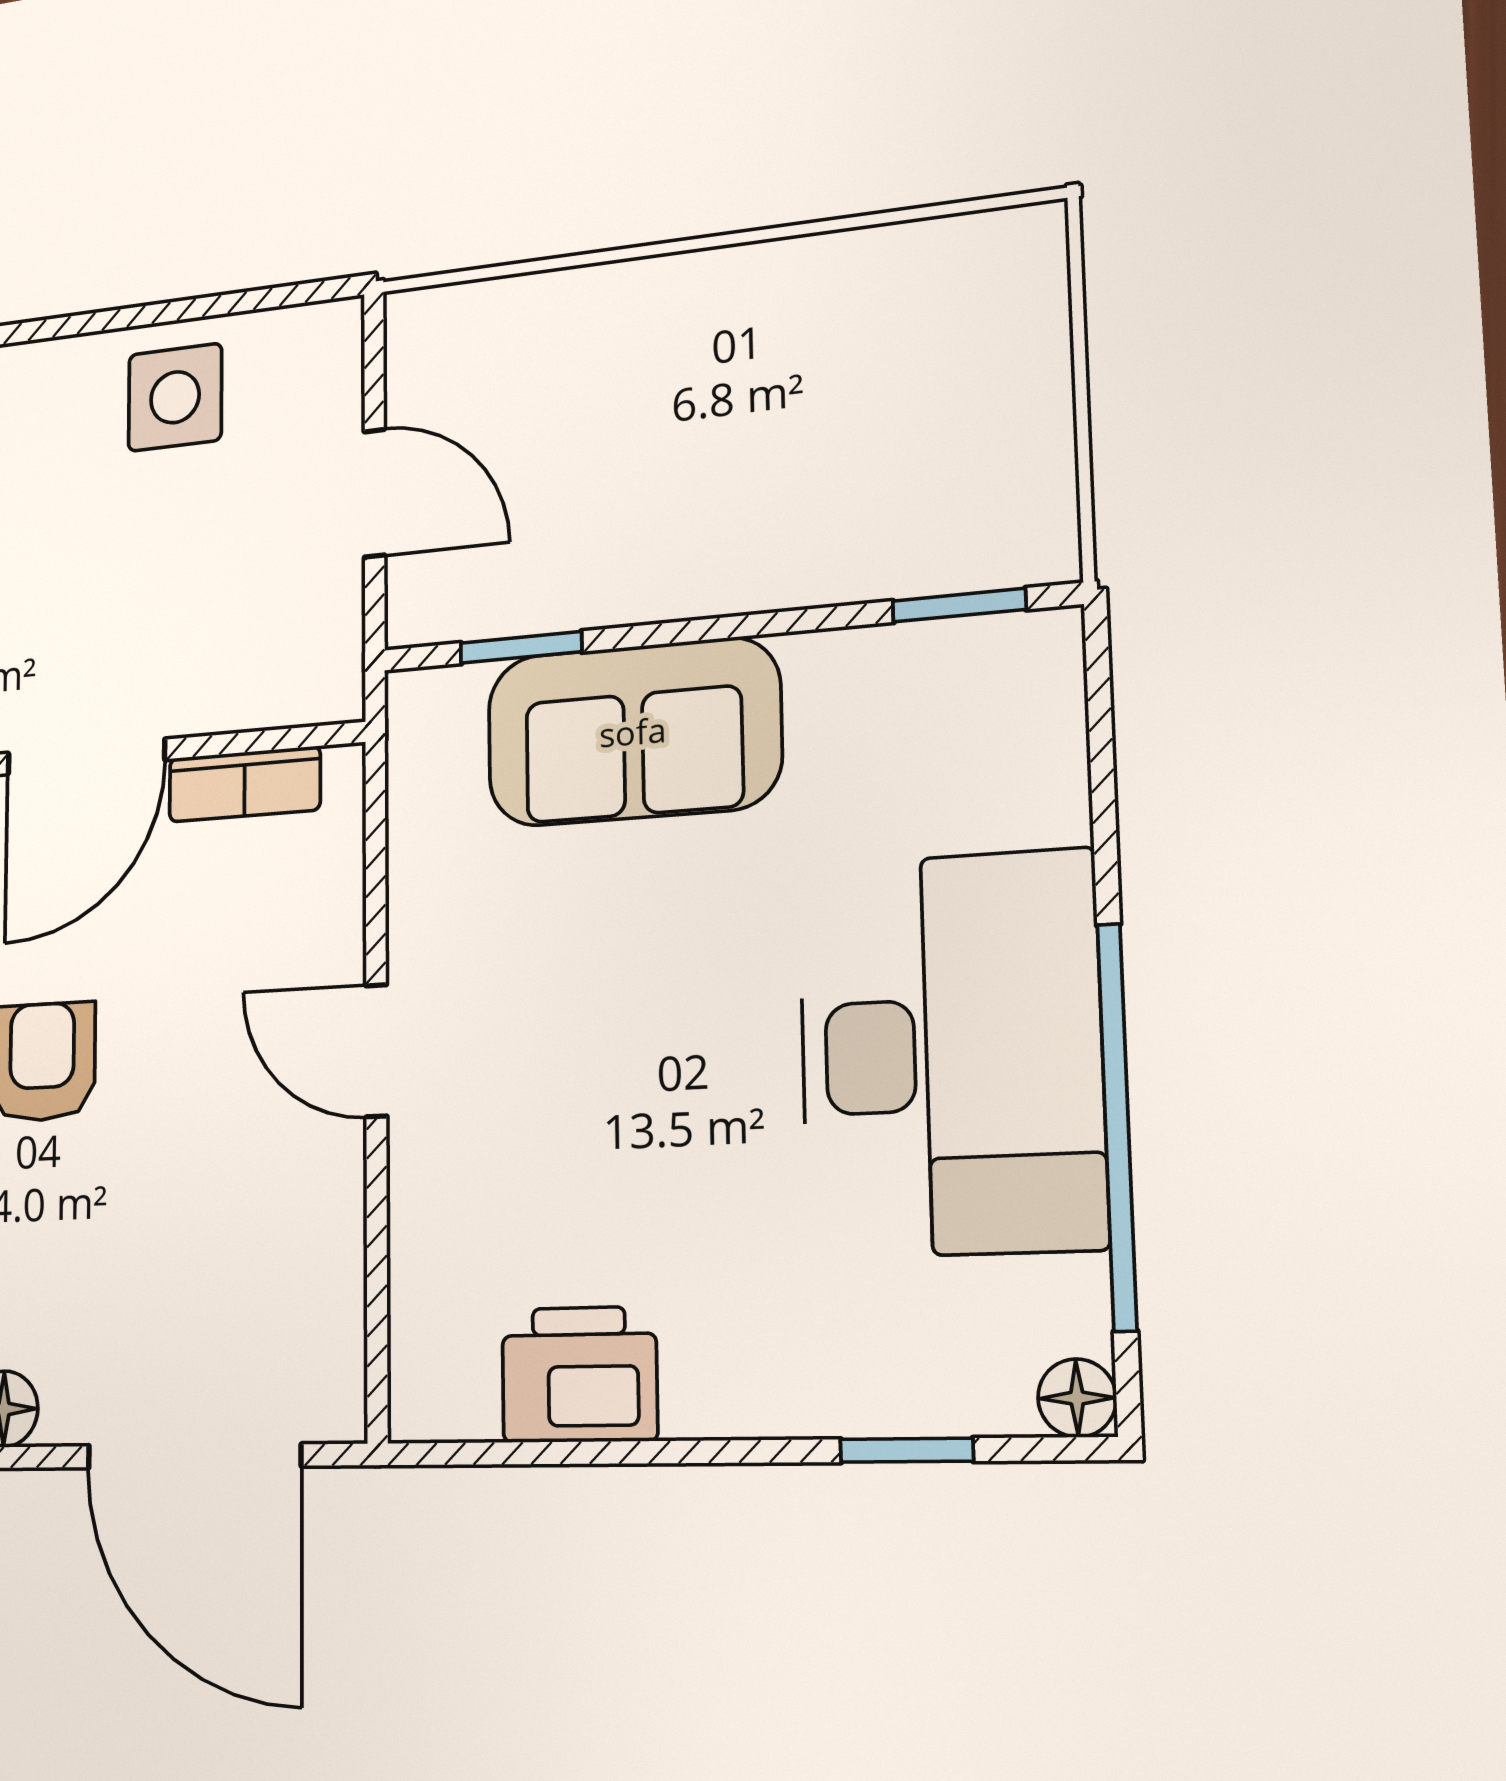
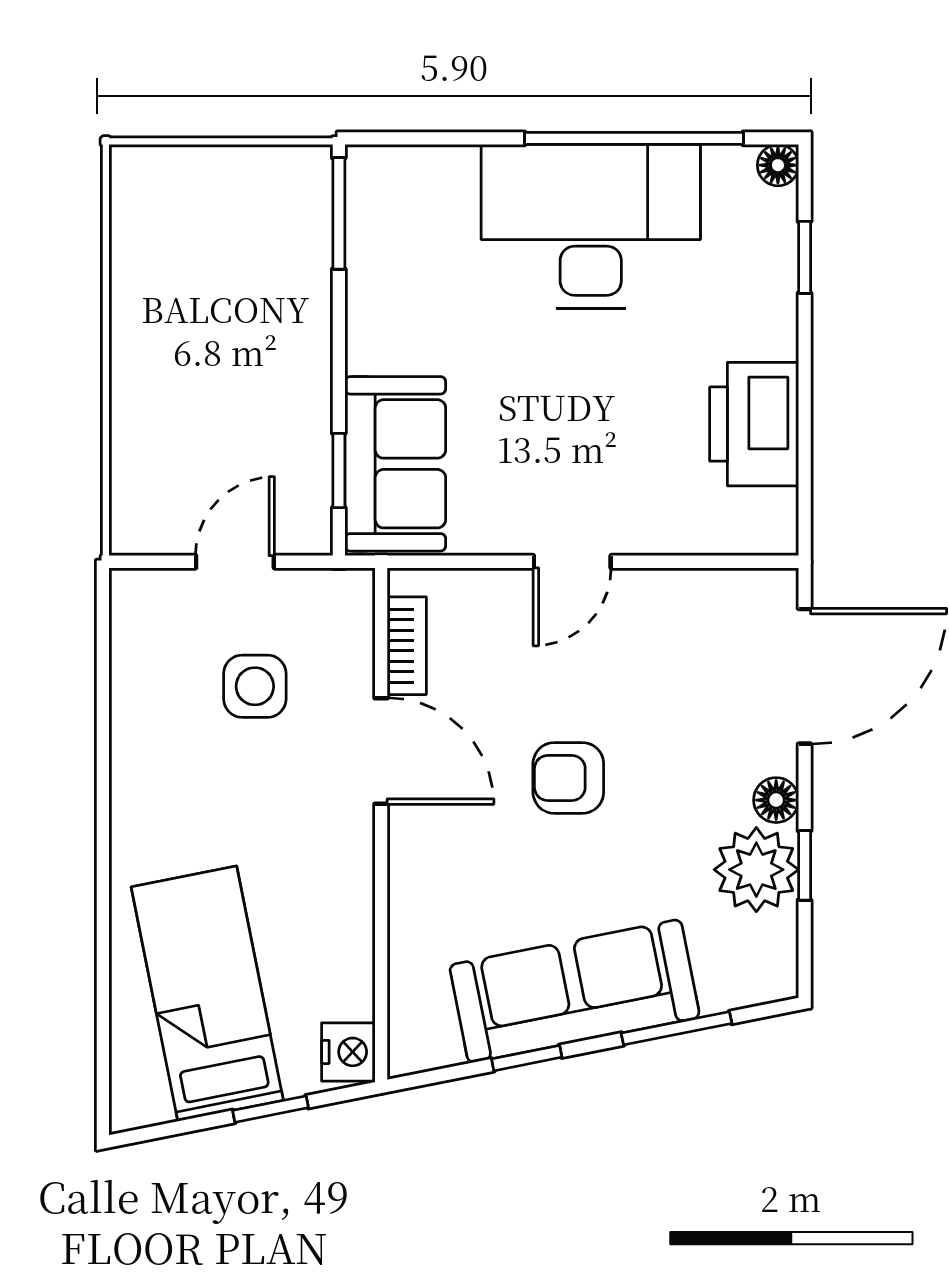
side table: (175, 397) -> (255, 686), moved
window: (959, 605) -> (339, 213), width x1.50
sofa: (633, 732) -> (395, 464), moved
printer: (579, 1375) -> (754, 424), width x1.37, depth x1.19

